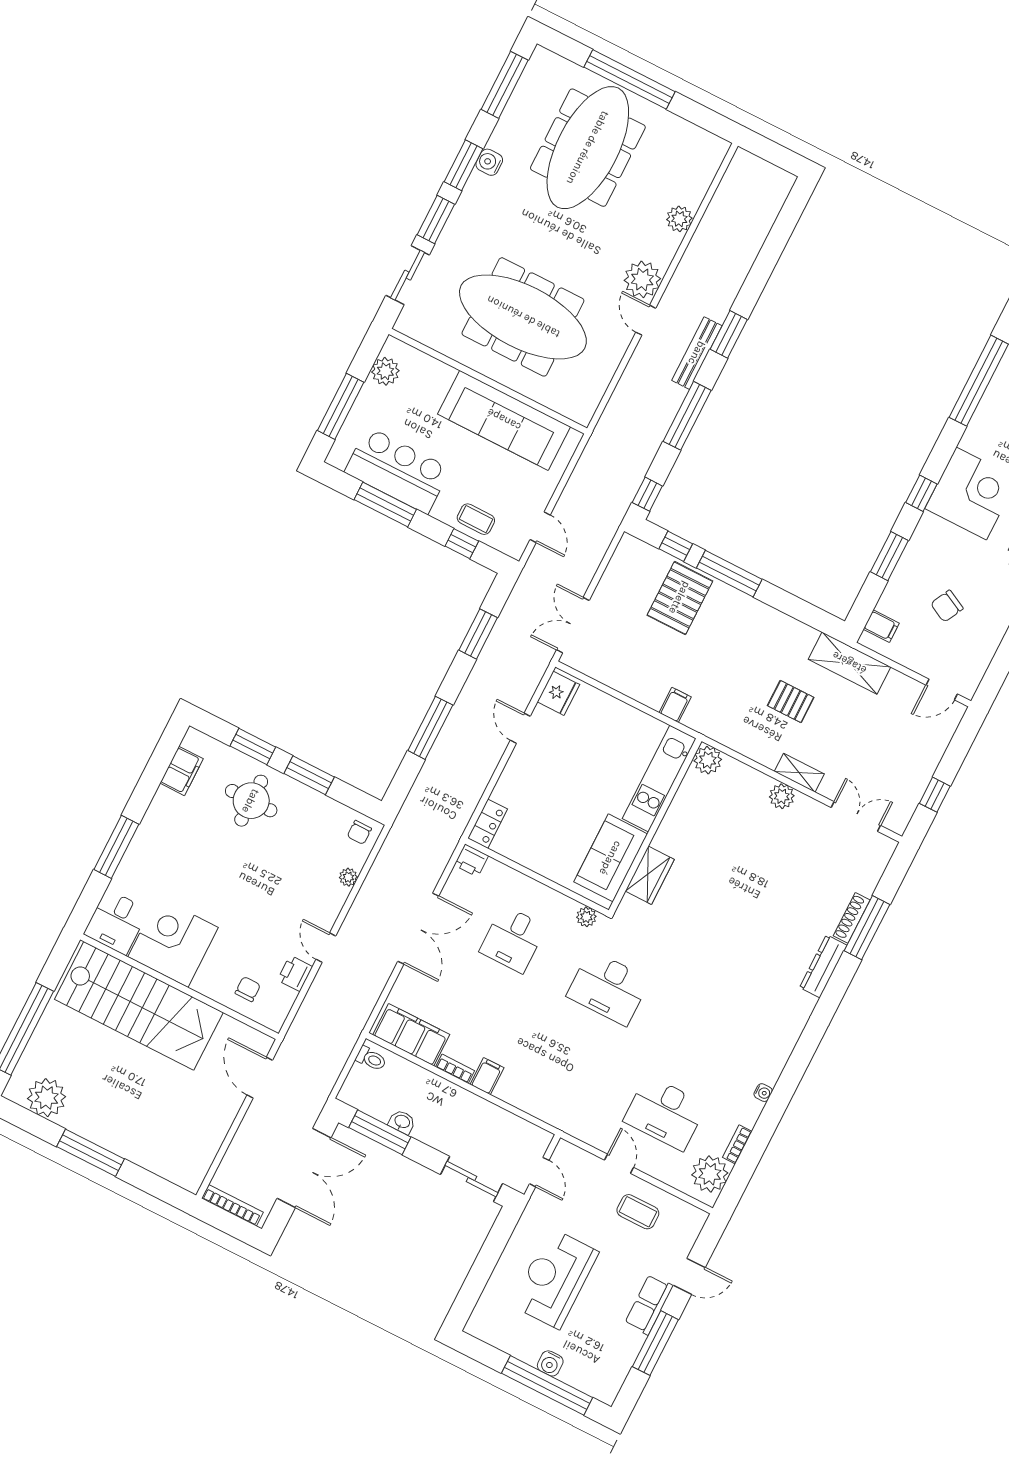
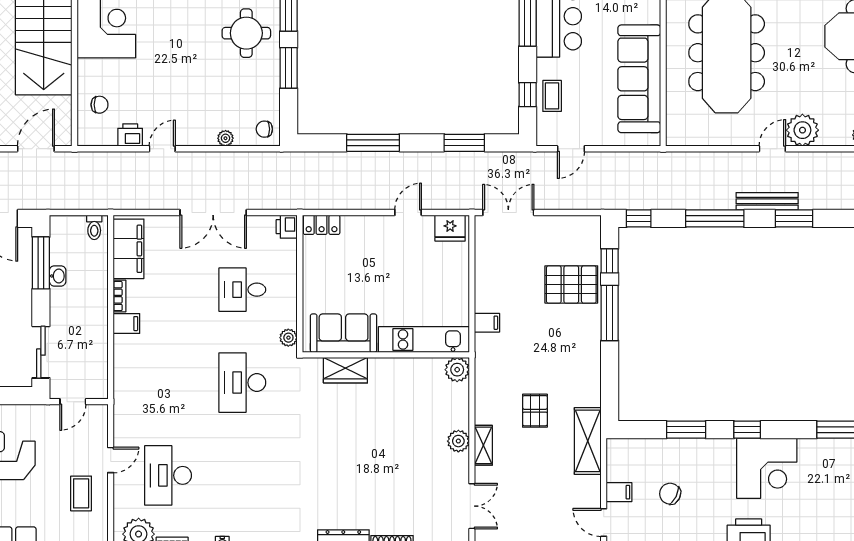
filing cabinet: (881, 626) -> (619, 492), moved, turned -90

